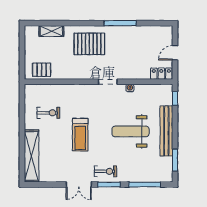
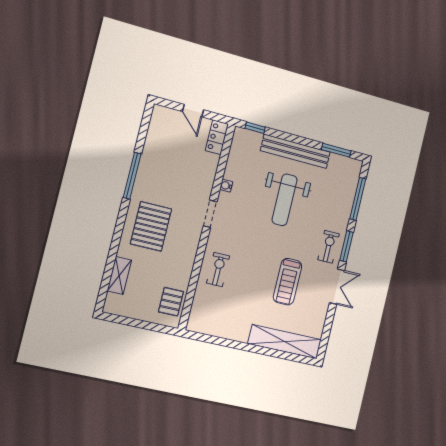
exercise bike: (48, 113) -> (218, 270), moved
treadmill: (80, 135) -> (287, 282), moved, turned 90

